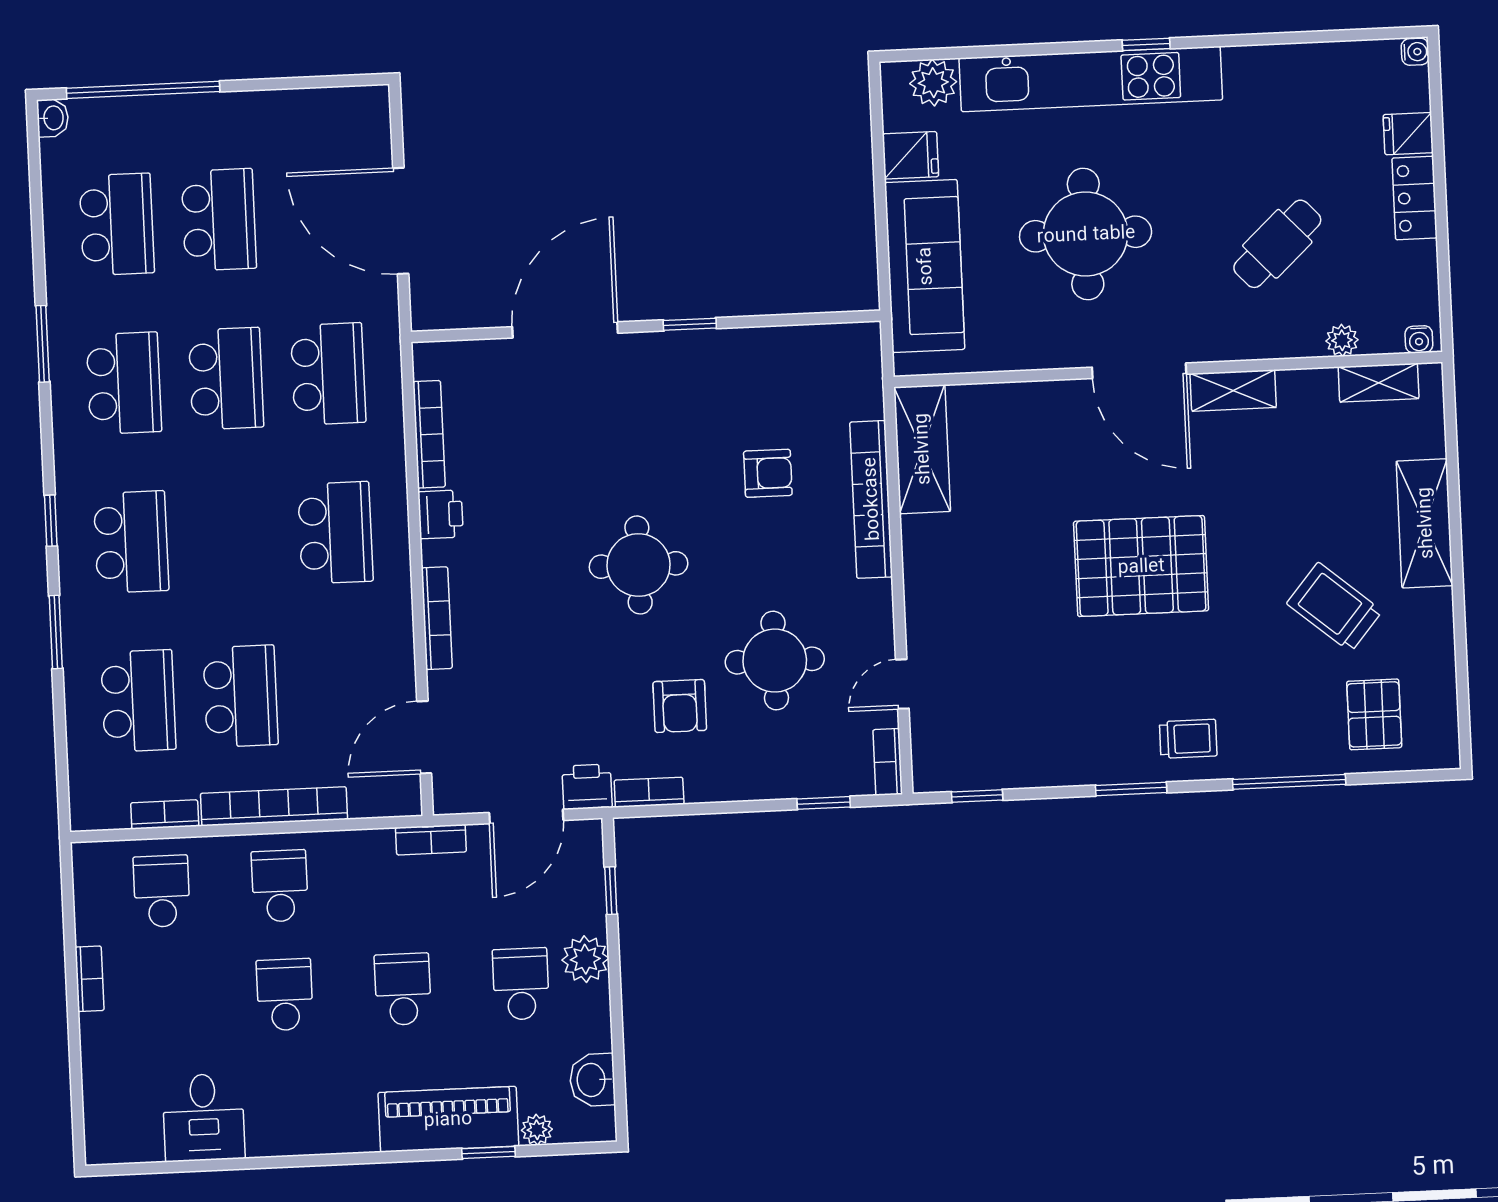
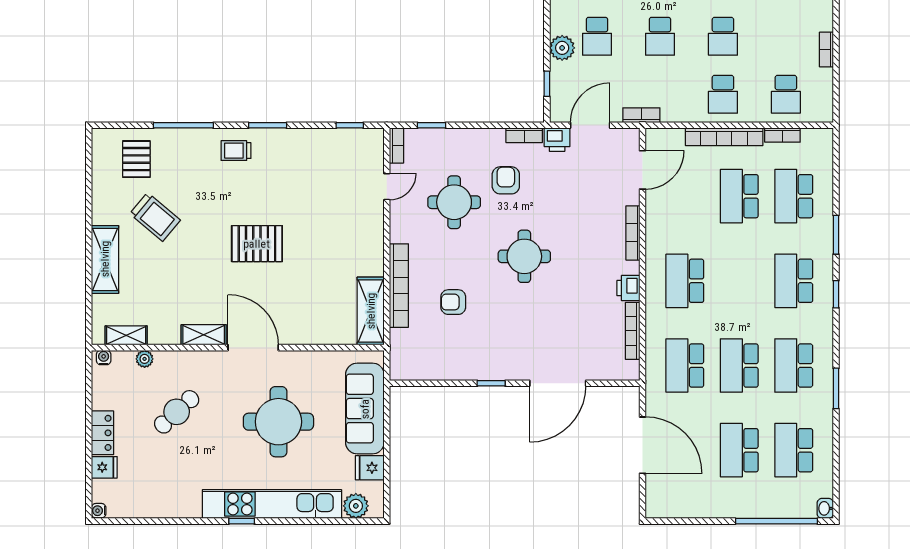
pallet: (1141, 566) -> (257, 244), width x0.73, depth x0.71

